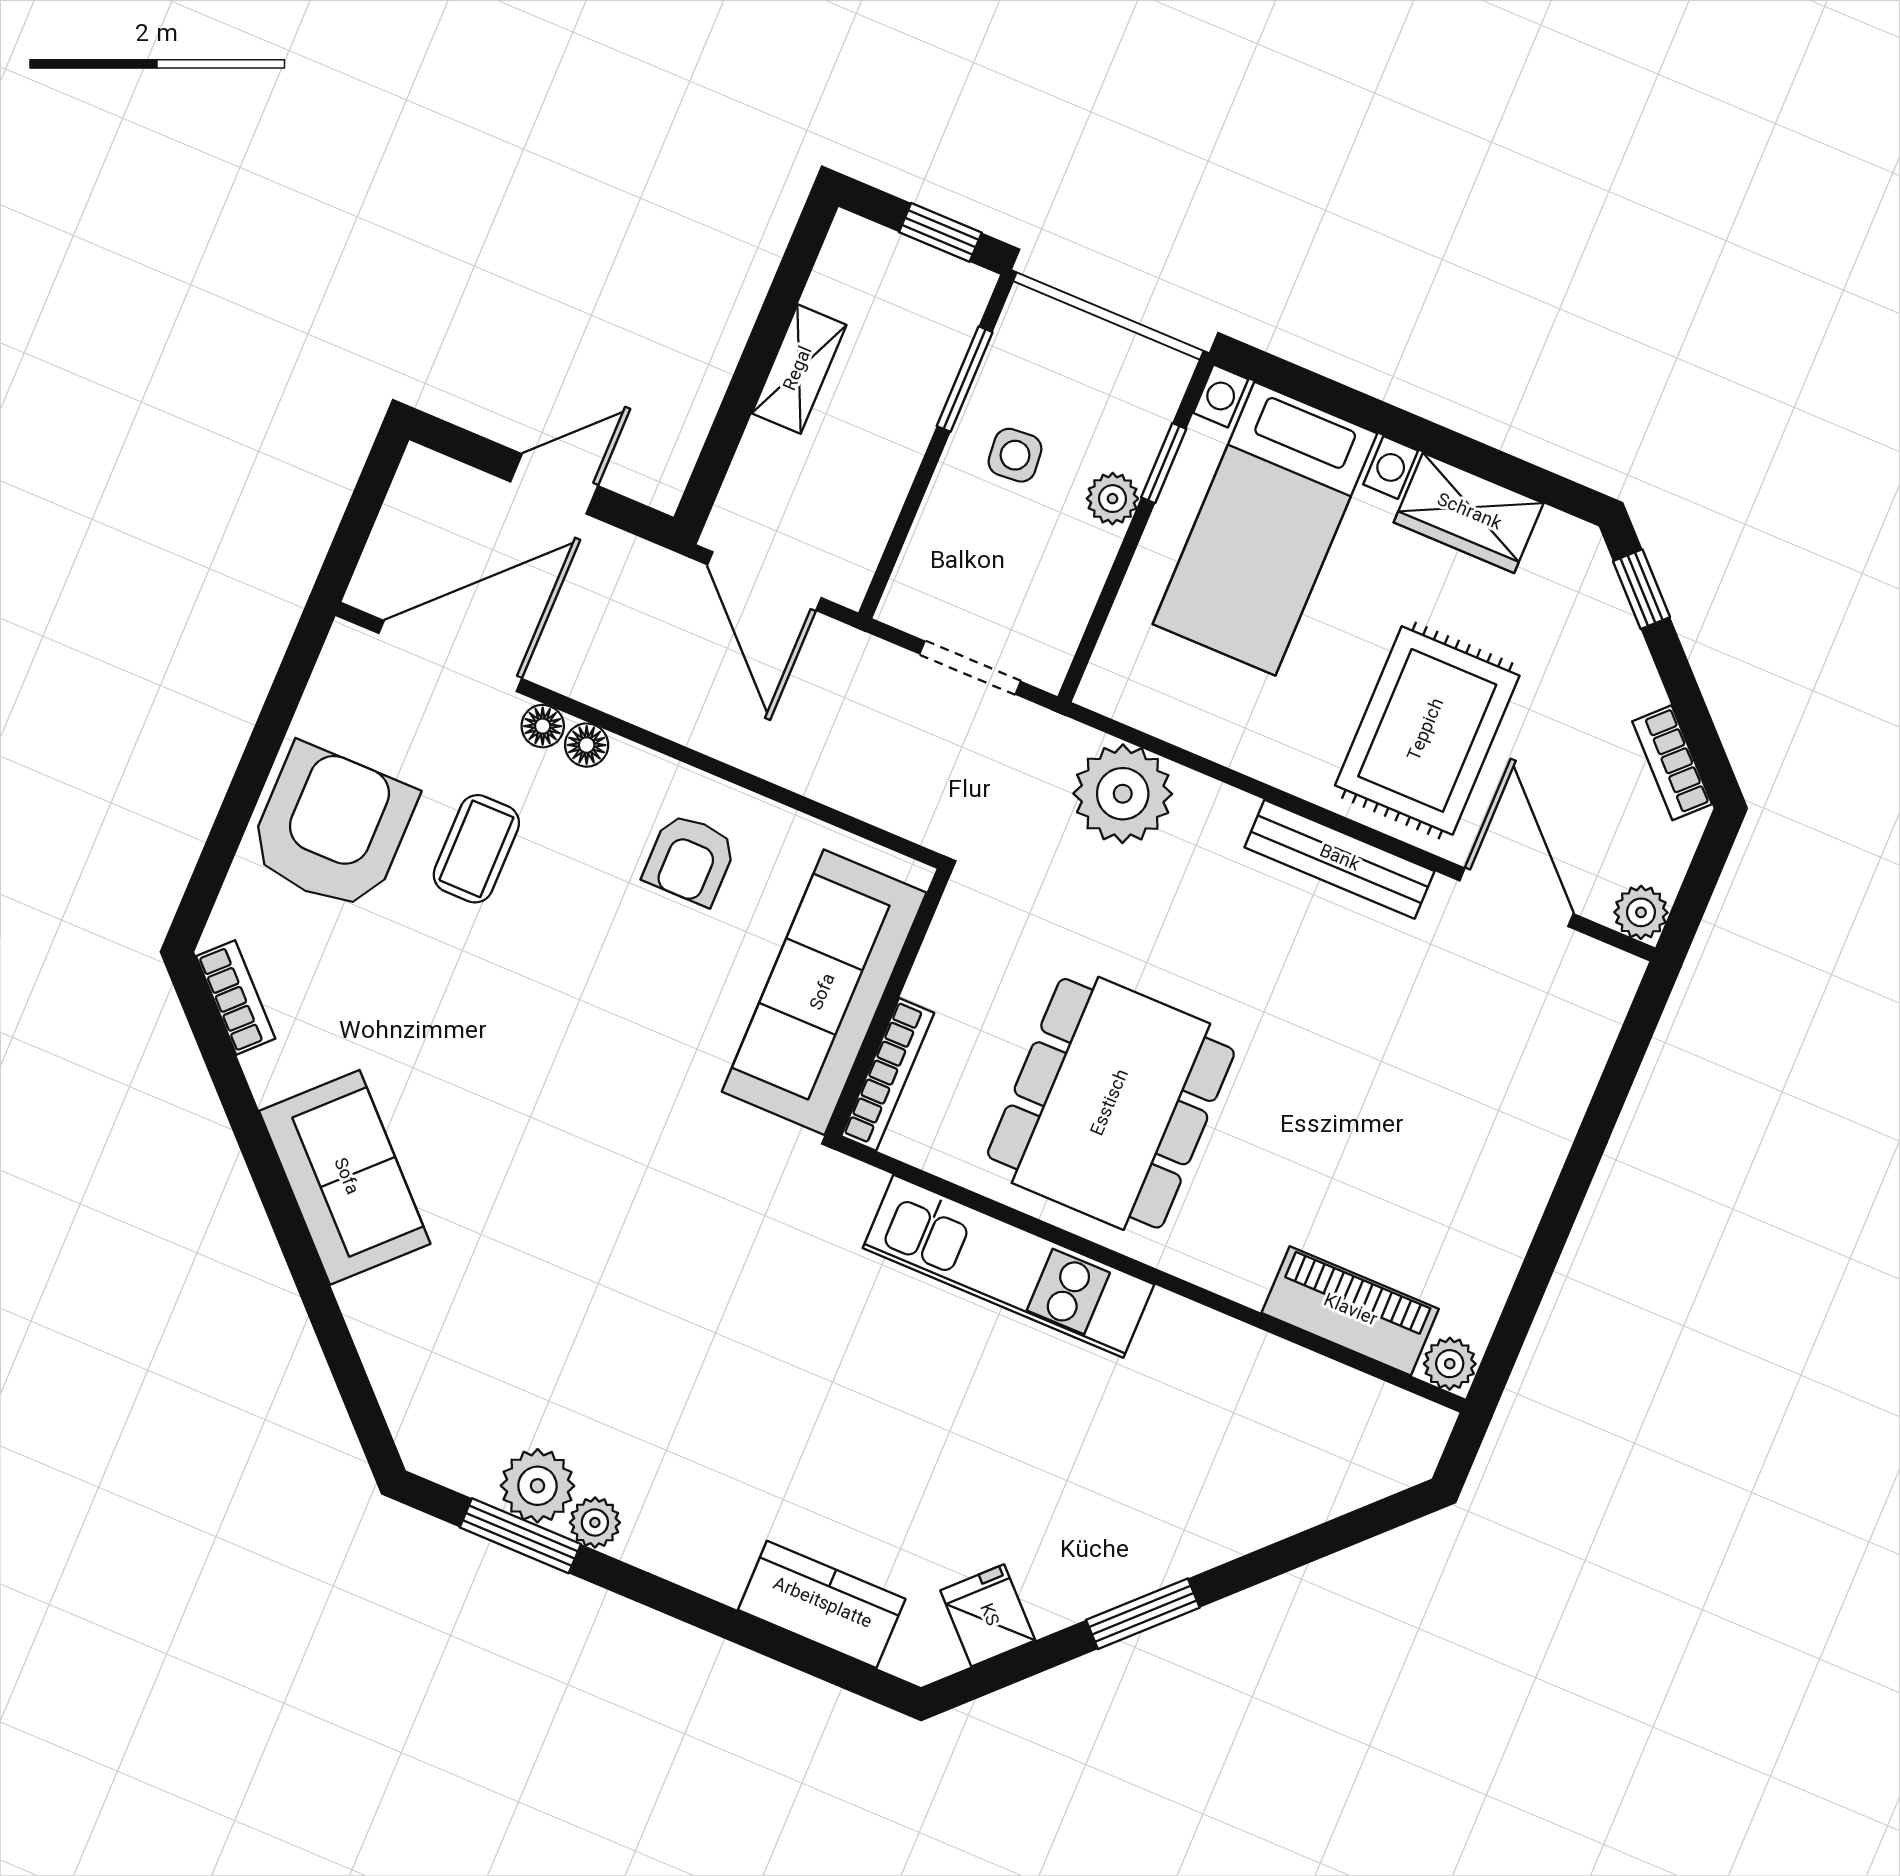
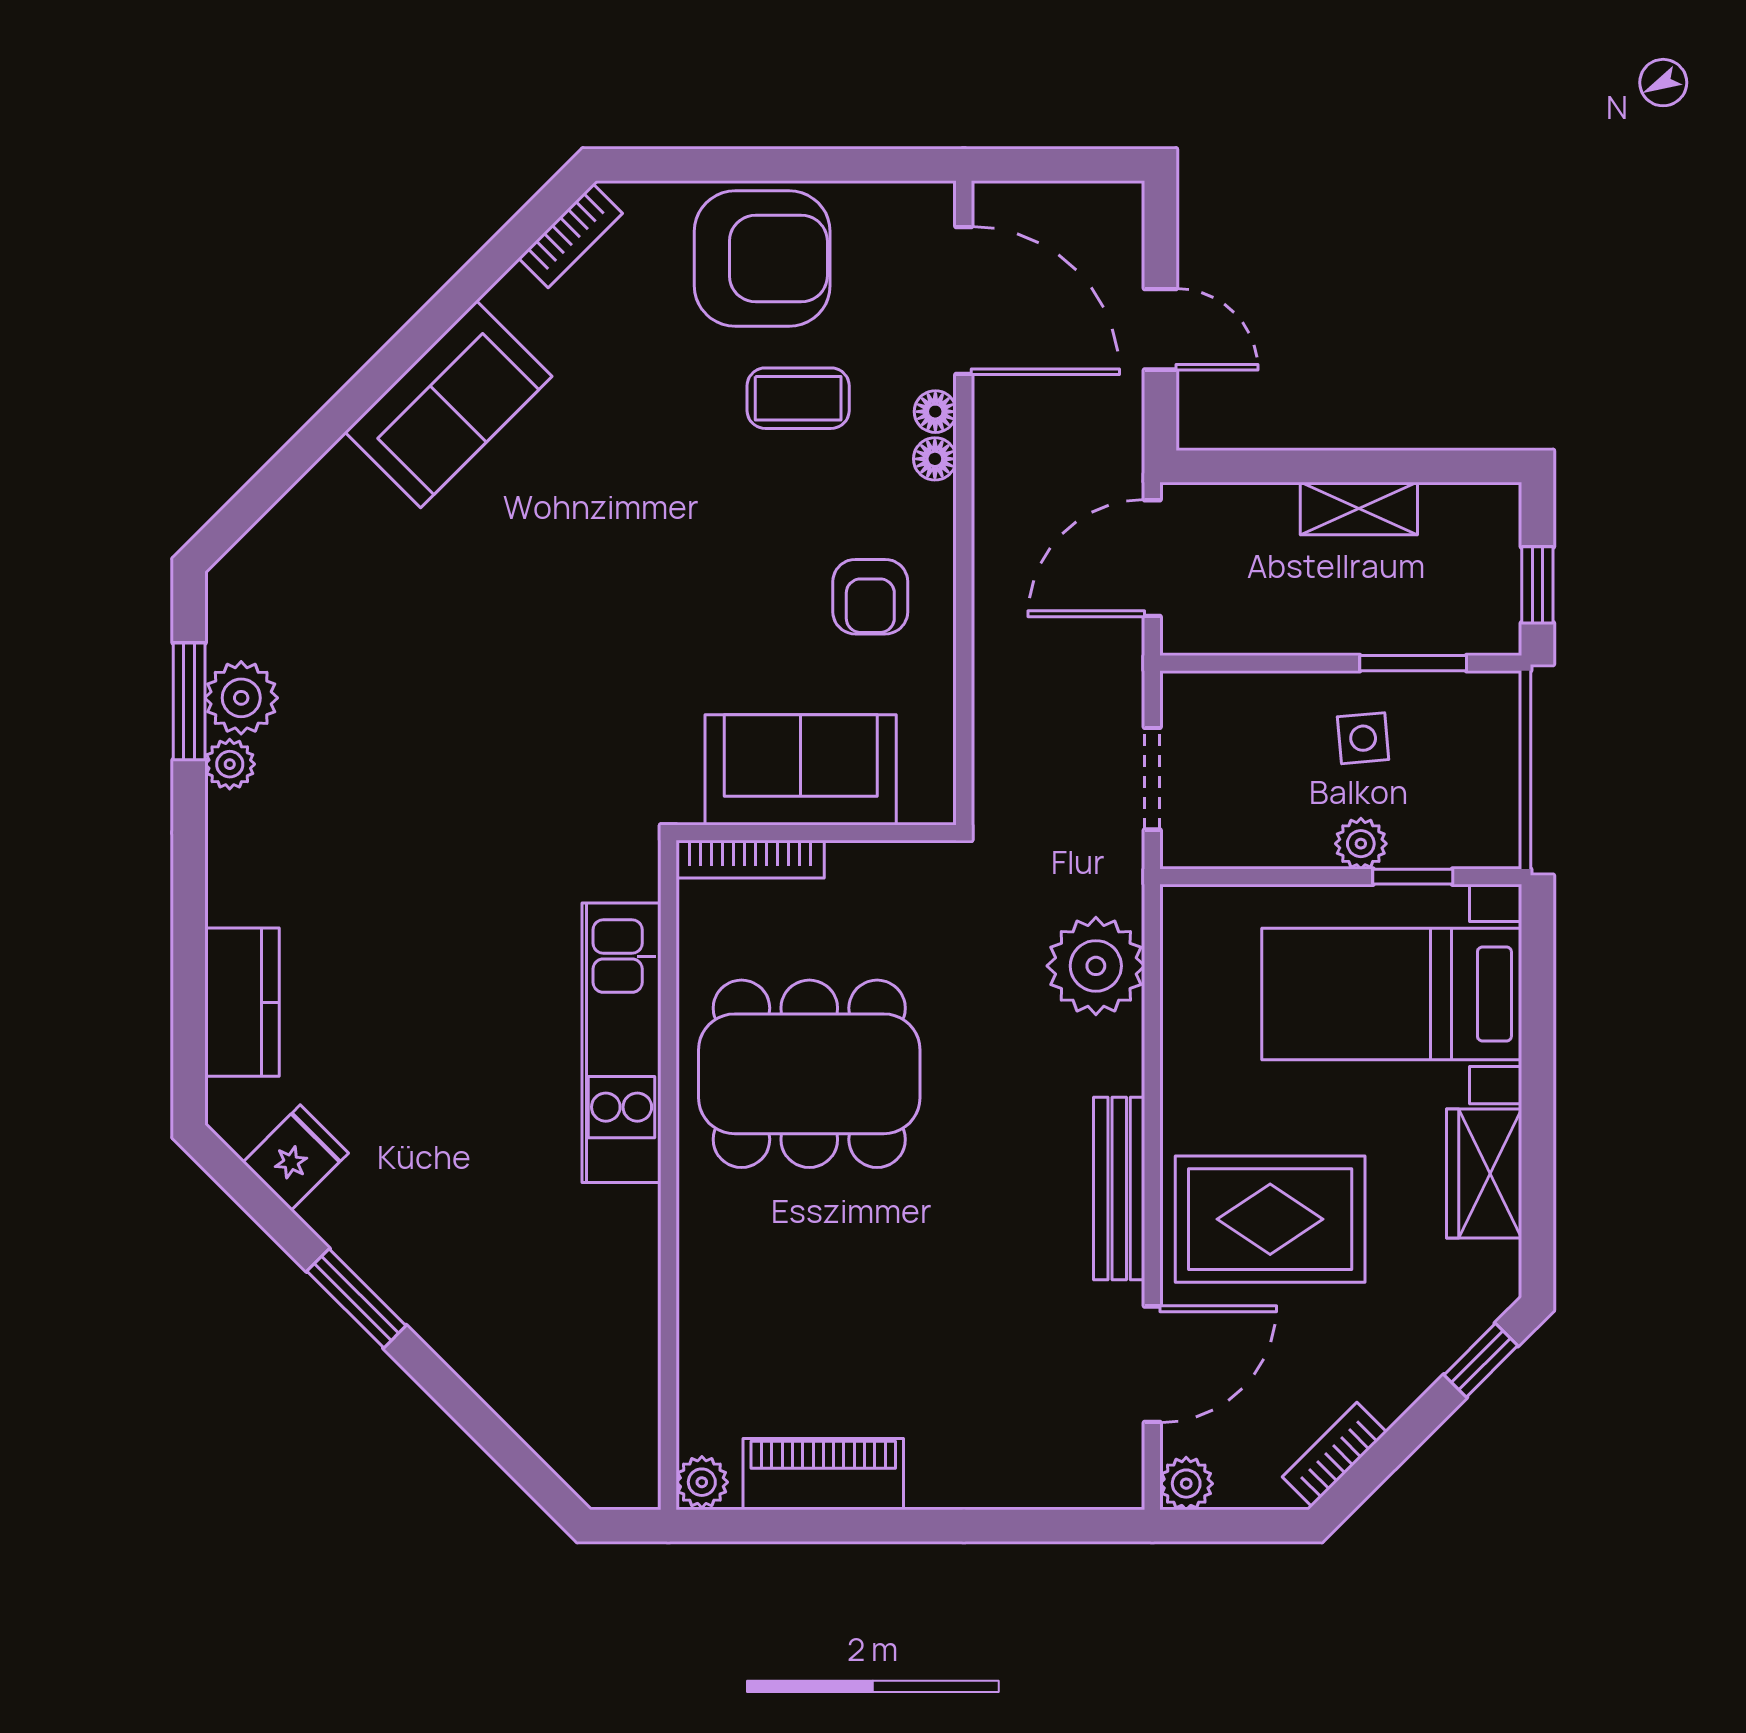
armchair: (690, 859) -> (870, 597), turned -90
sofa: (824, 992) -> (801, 770), width x0.73
piano: (1350, 1311) -> (823, 1474), moved, turned -90

